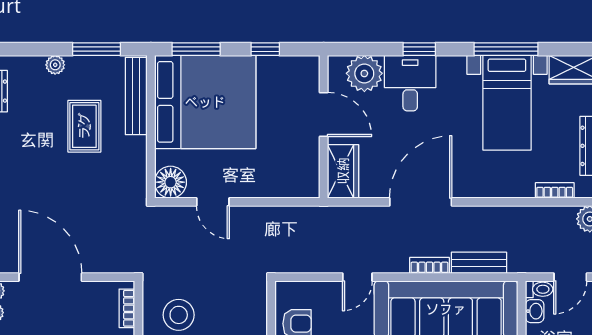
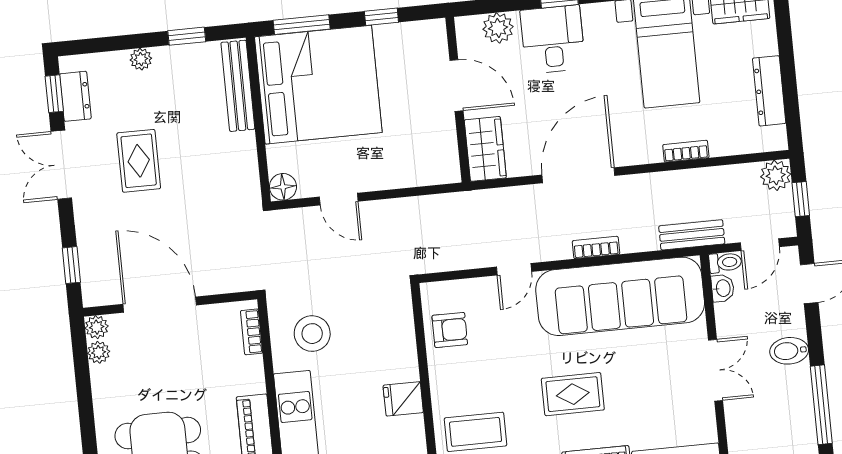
window: (97, 49) -> (187, 36), width x0.67
plant: (364, 73) -> (498, 28), width x0.73, depth x0.73
rug: (84, 126) -> (139, 161), moved
floor lamp: (171, 182) -> (283, 187), width x0.73, depth x0.73
bookcase: (555, 190) -> (686, 151), moved
bench: (479, 263) -> (692, 235), moved

